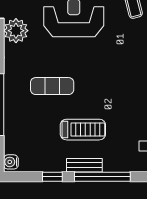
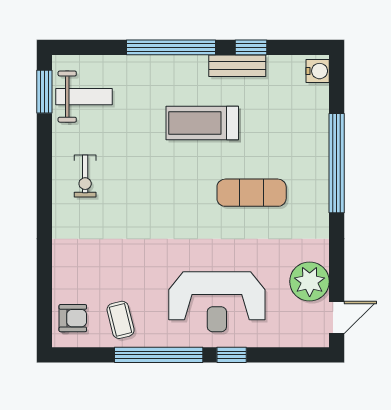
bench: (84, 165) -> (237, 66), moved

